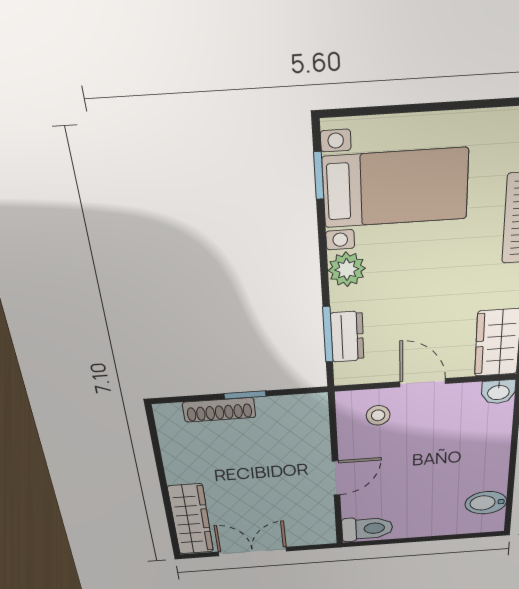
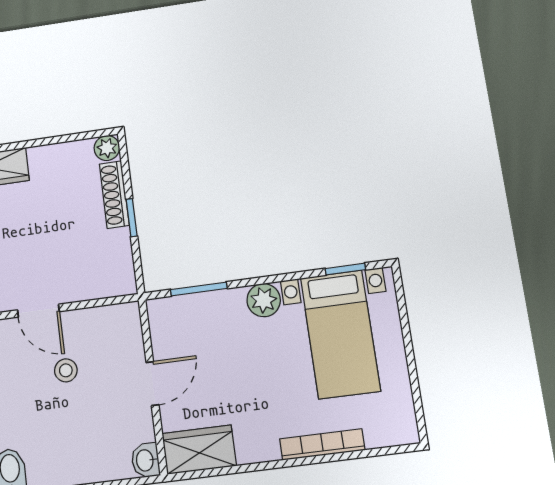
dresser: (347, 337) -> (197, 307), removed
plant: (167, 415) -> (107, 148), added
stool: (378, 415) -> (66, 370), moved

